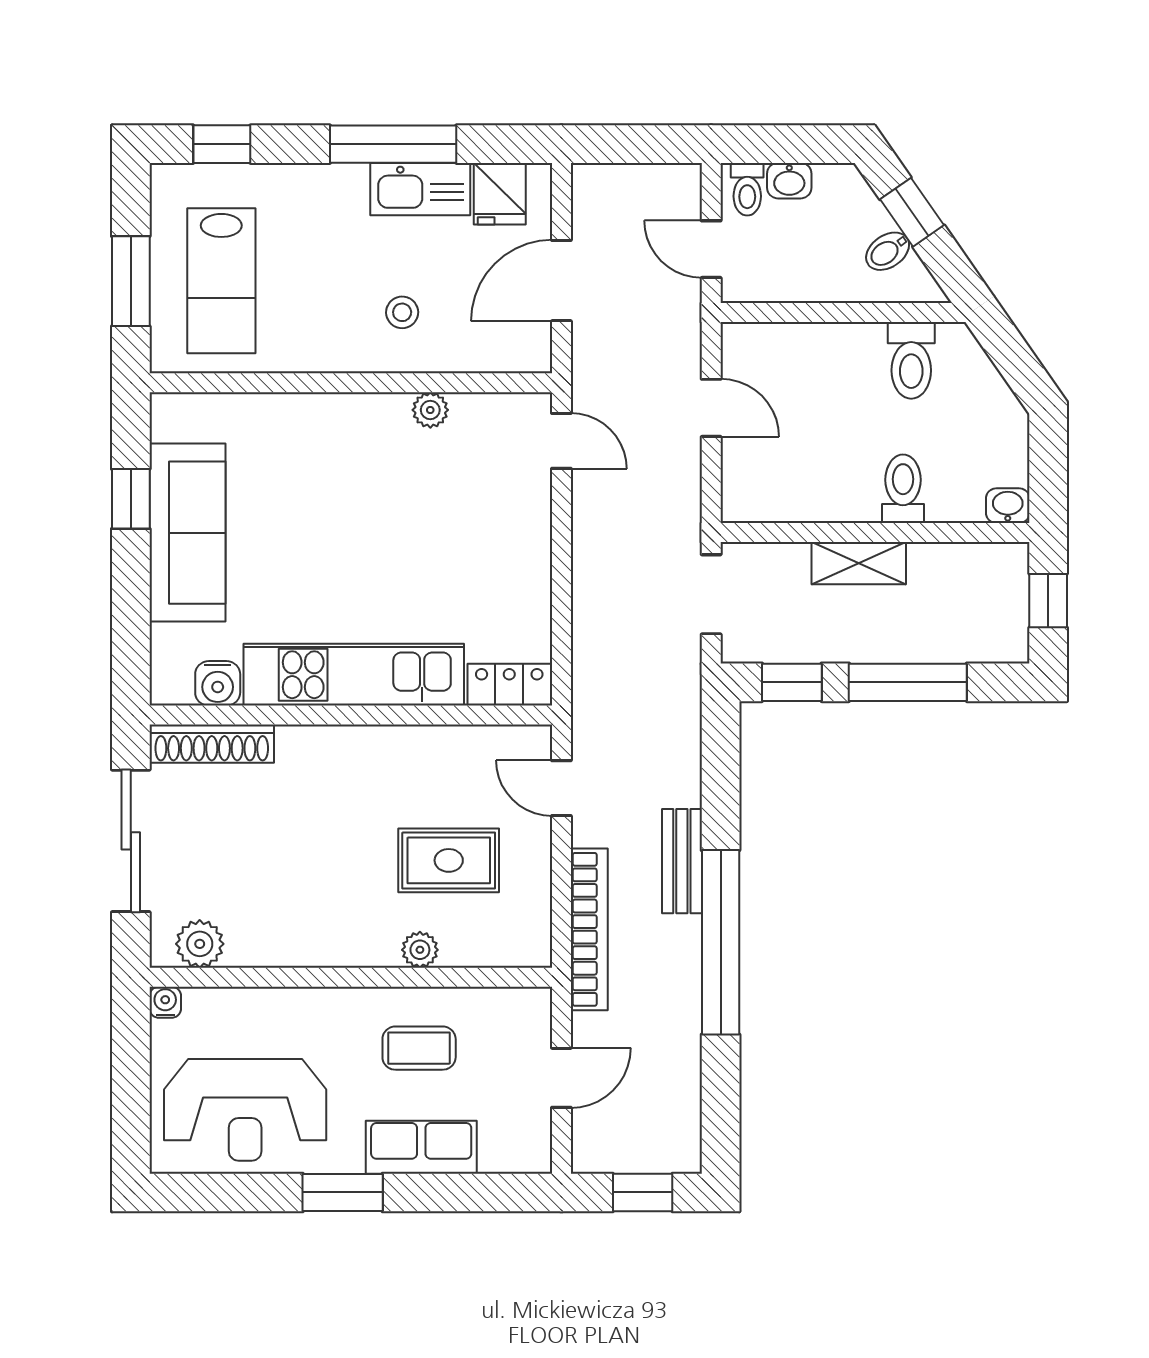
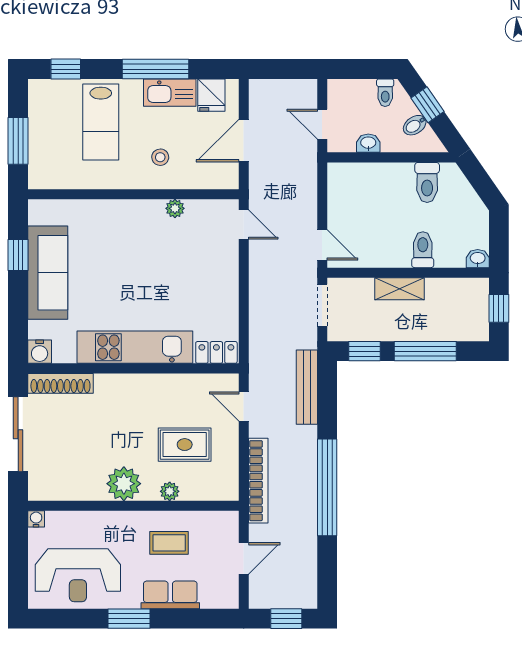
washbasin: (789, 181) -> (368, 143), moved, turned 180
toilet: (747, 189) -> (385, 93), moved
lab bench: (221, 281) -> (101, 122), moved
door: (711, 408) -> (322, 245), moved
water cooler: (218, 683) -> (40, 352), moved
bench: (682, 861) -> (307, 387), moved, width x1.36
plant: (200, 944) -> (124, 484), moved, width x1.36, depth x1.36

